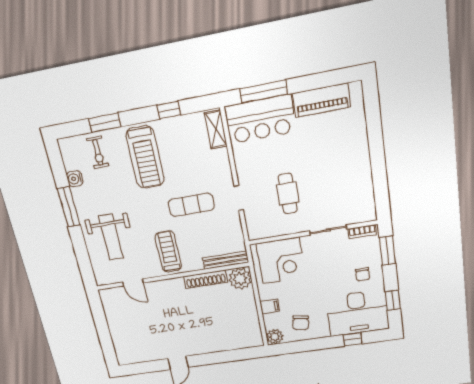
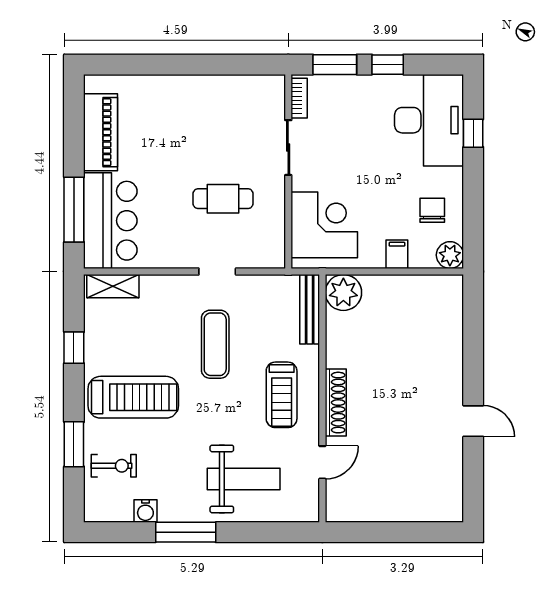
treadmill: (168, 252) -> (282, 395), turned -90
chair: (363, 274) -> (367, 105), removed
shoe rack: (206, 279) -> (336, 403), moved
window: (393, 300) -> (388, 65), moved
chair: (301, 323) -> (432, 210), turned -99

